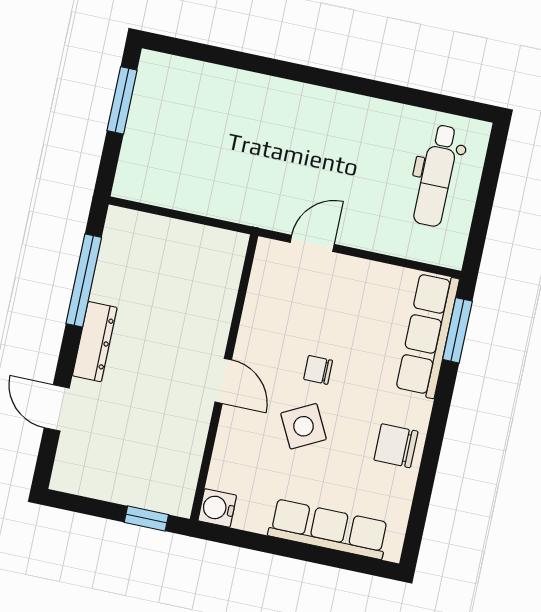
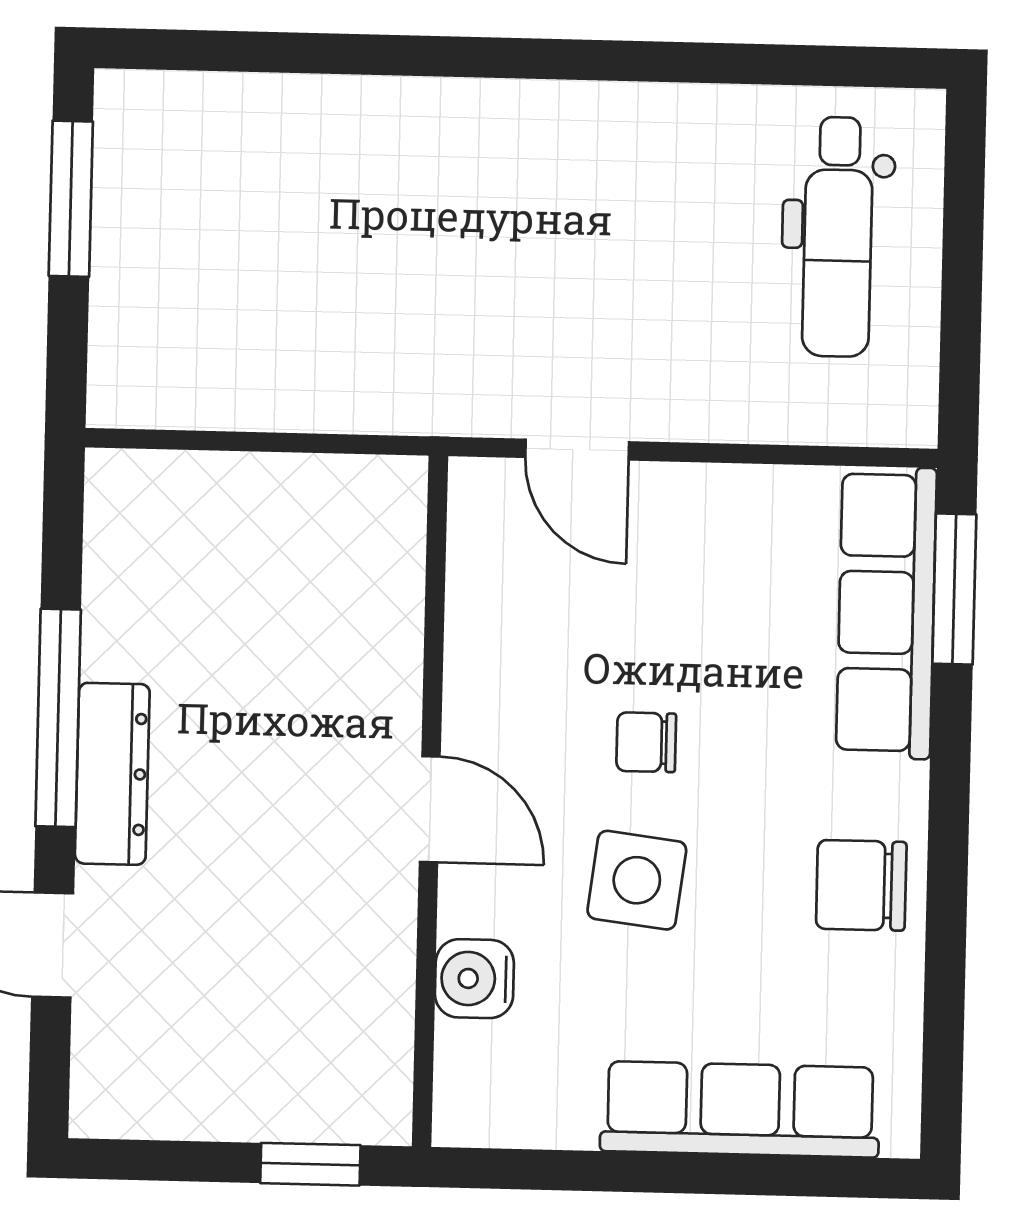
door: (312, 243) -> (577, 450), swing flipped
window: (84, 280) -> (58, 718), moved
side table: (303, 426) -> (637, 880), turned 34
water cooler: (217, 508) -> (474, 979), moved

